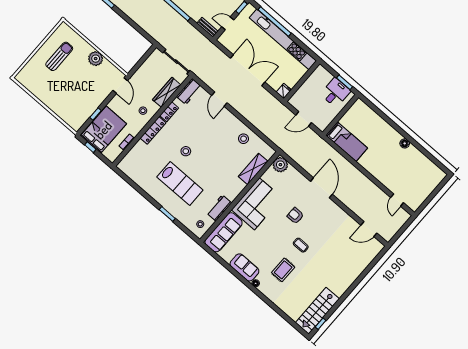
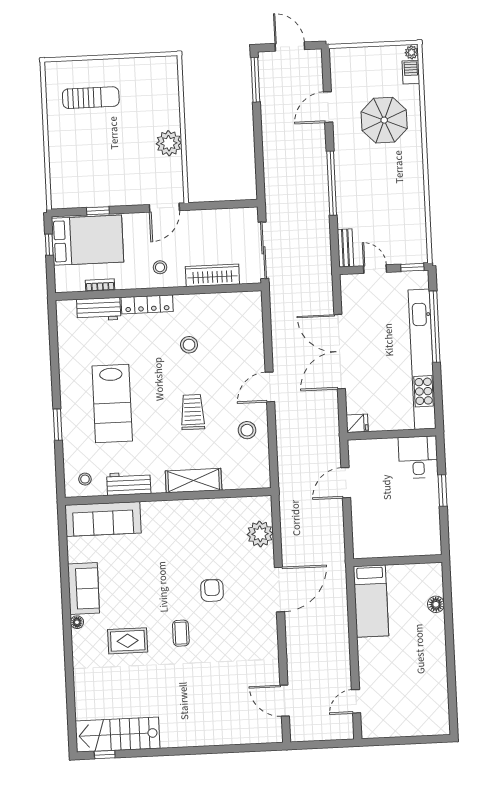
sun lounger: (59, 56) -> (91, 98), moved
double door: (248, 70) -> (340, 352), swing flipped
workbench: (189, 91) -> (99, 309), moved
desk: (335, 93) -> (418, 457), moved, turned -90
door: (219, 99) -> (270, 387), moved
locker: (169, 112) -> (191, 302), removed
wall: (341, 115) -> (398, 561), moved
door: (304, 119) -> (346, 483), hinge flipped
bed: (347, 142) -> (371, 601), moved
floor lamp: (405, 143) -> (436, 604), moved
stool: (186, 151) -> (189, 345), moved
trolley: (215, 154) -> (193, 412), added
plant: (280, 165) -> (260, 534), moved
shelving: (253, 169) -> (194, 481), moved
corner sofa: (257, 204) -> (180, 527), removed

